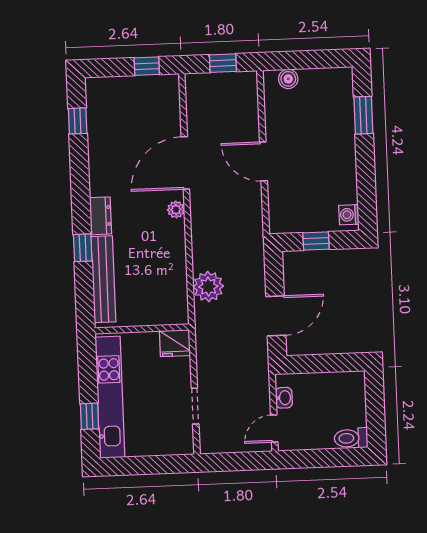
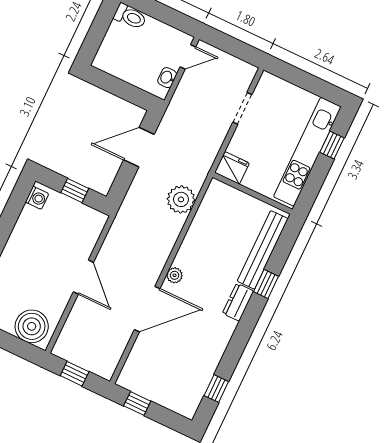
boiler: (288, 79) -> (32, 326), width x1.86, depth x1.86

